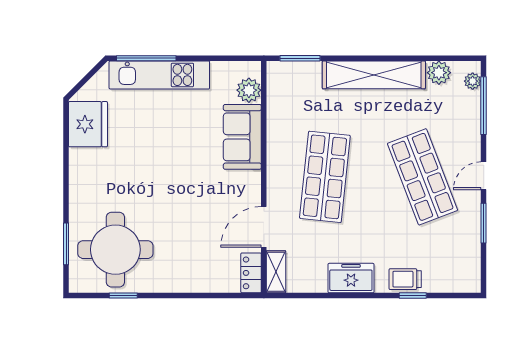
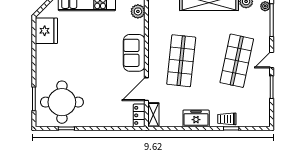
sofa: (242, 137) -> (134, 53), moved
shop shelf: (422, 177) -> (237, 61), turned 33

